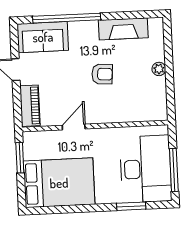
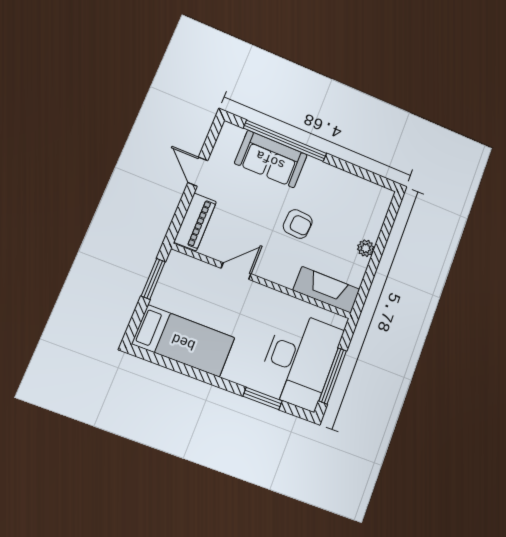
fireplace: (123, 29) -> (326, 290), moved, turned 180
sofa: (43, 37) -> (271, 159), moved
bed: (59, 183) -> (184, 341), width x0.67

